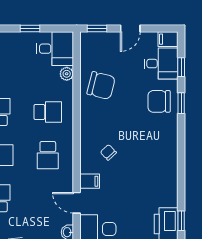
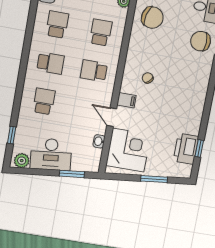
school desk: (48, 112) -> (101, 32), turned -90
school desk: (48, 155) -> (94, 71), turned 90

